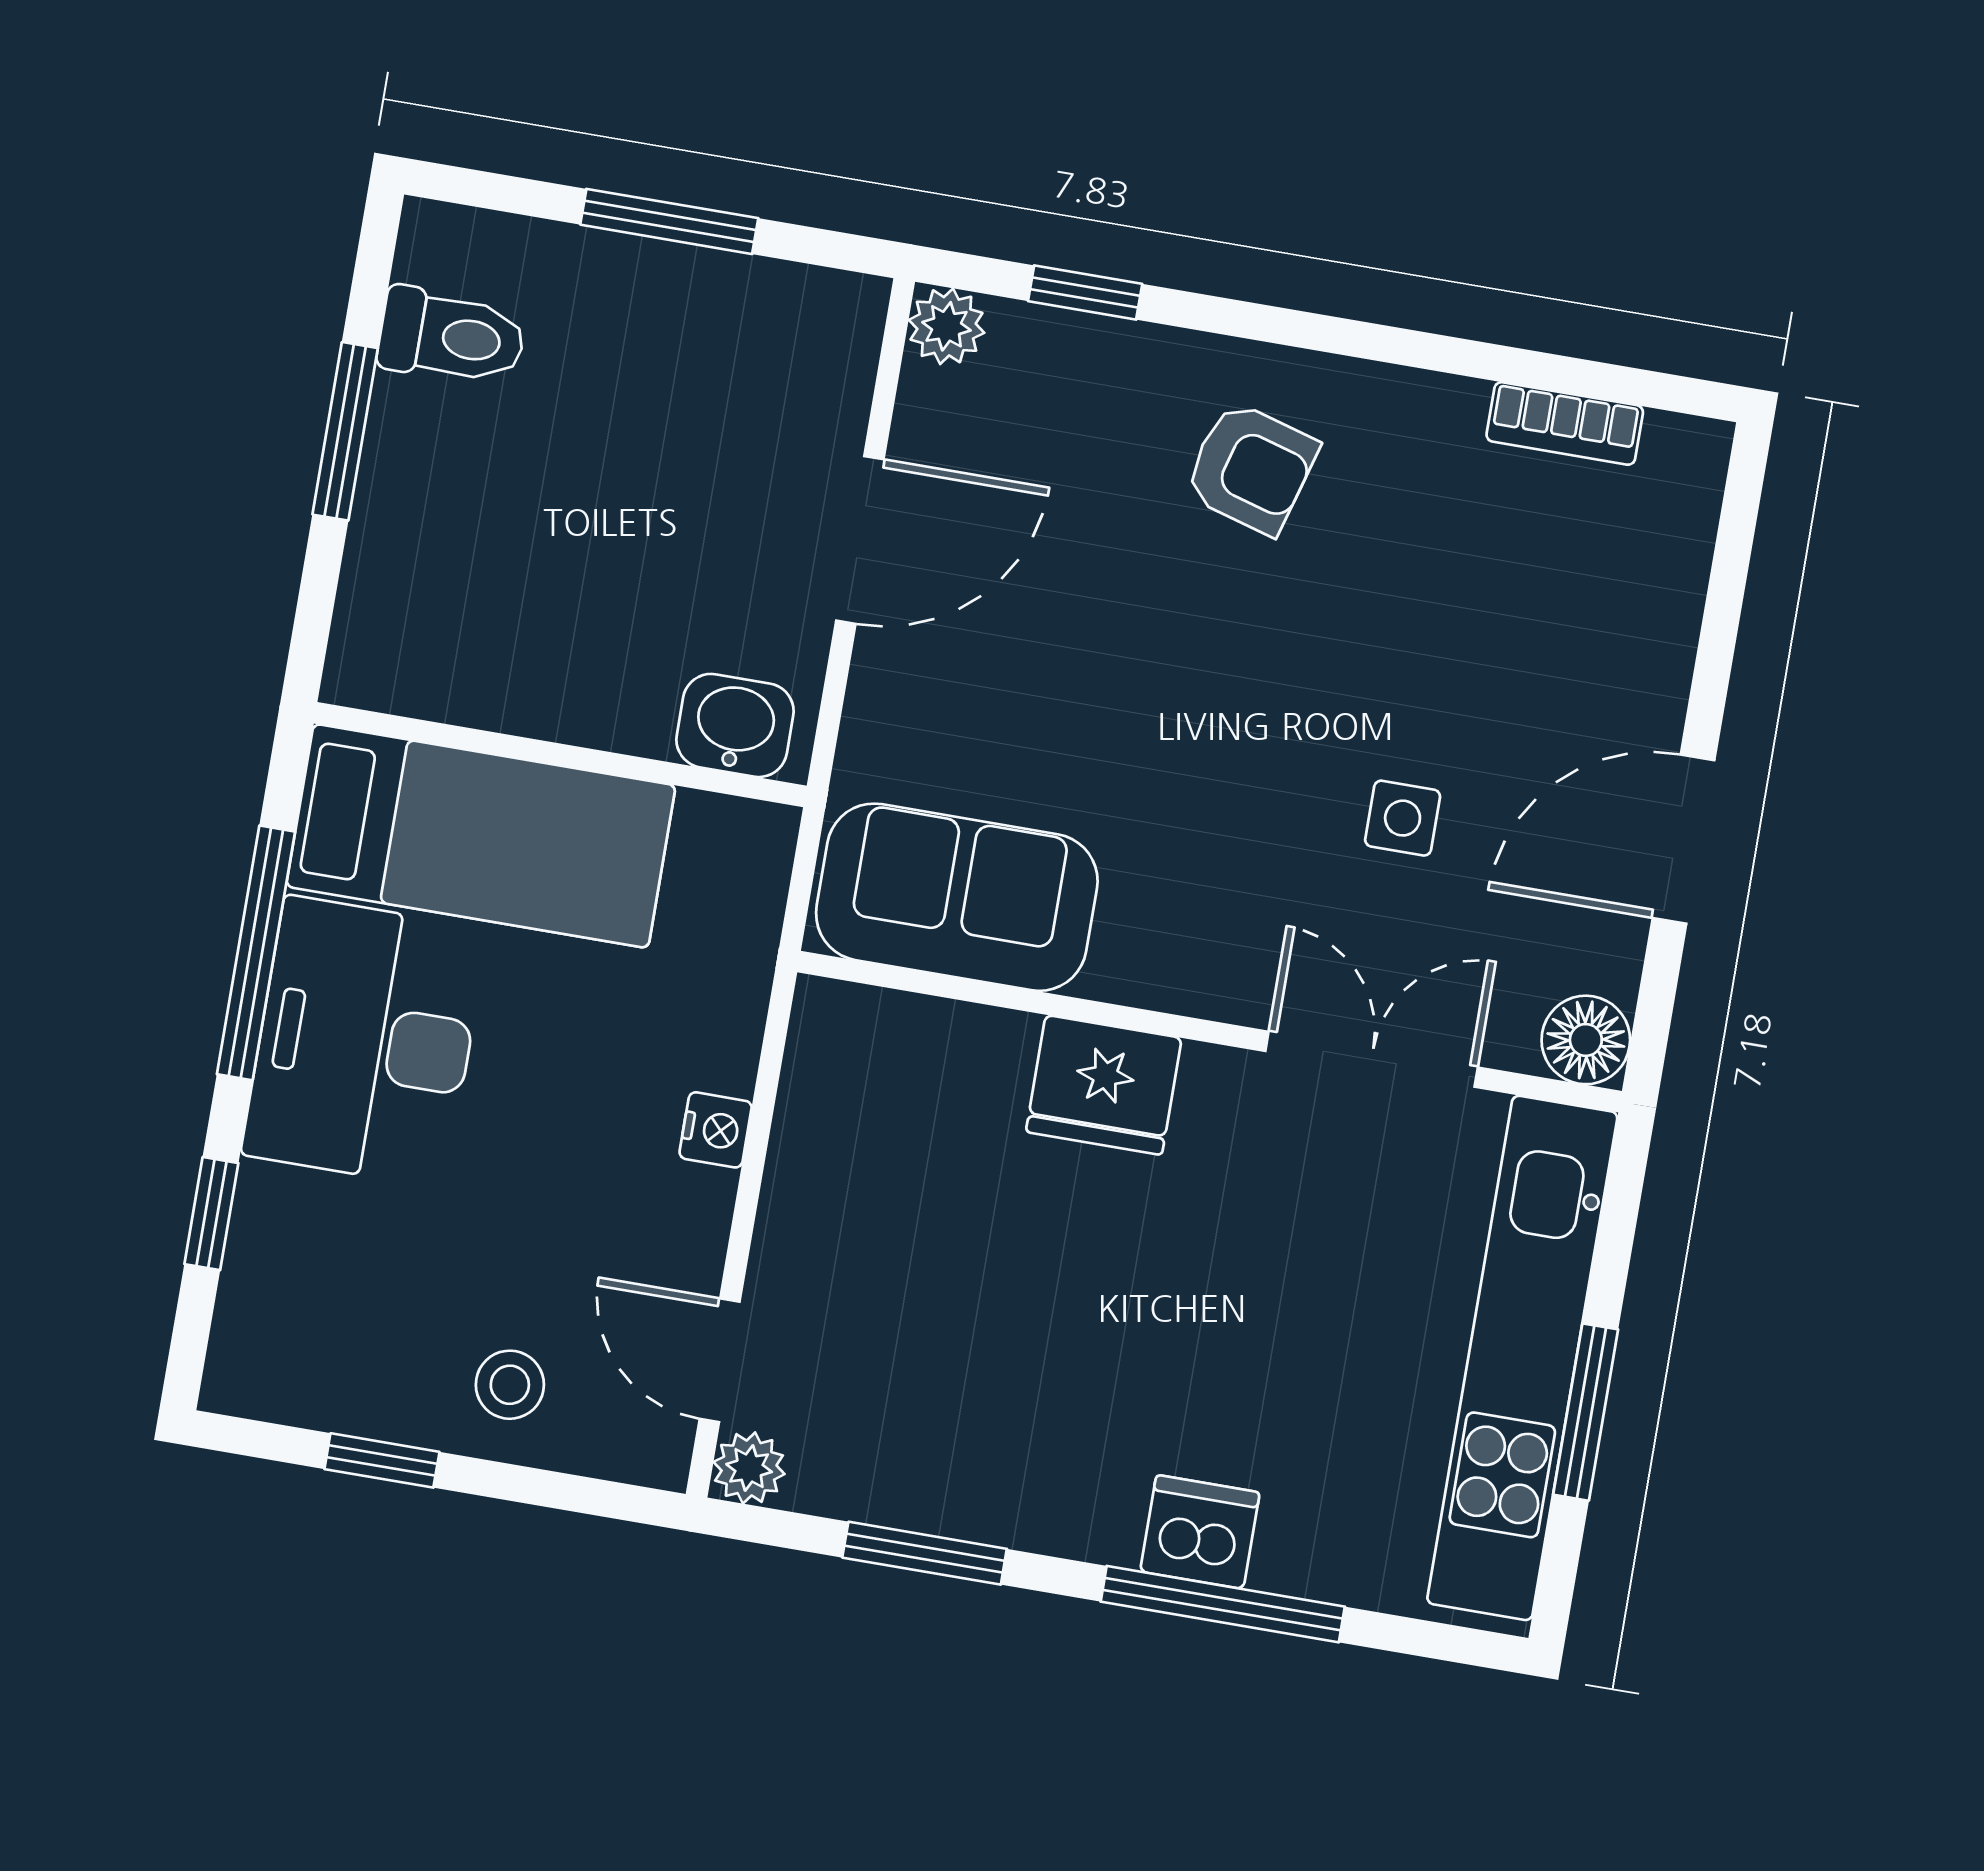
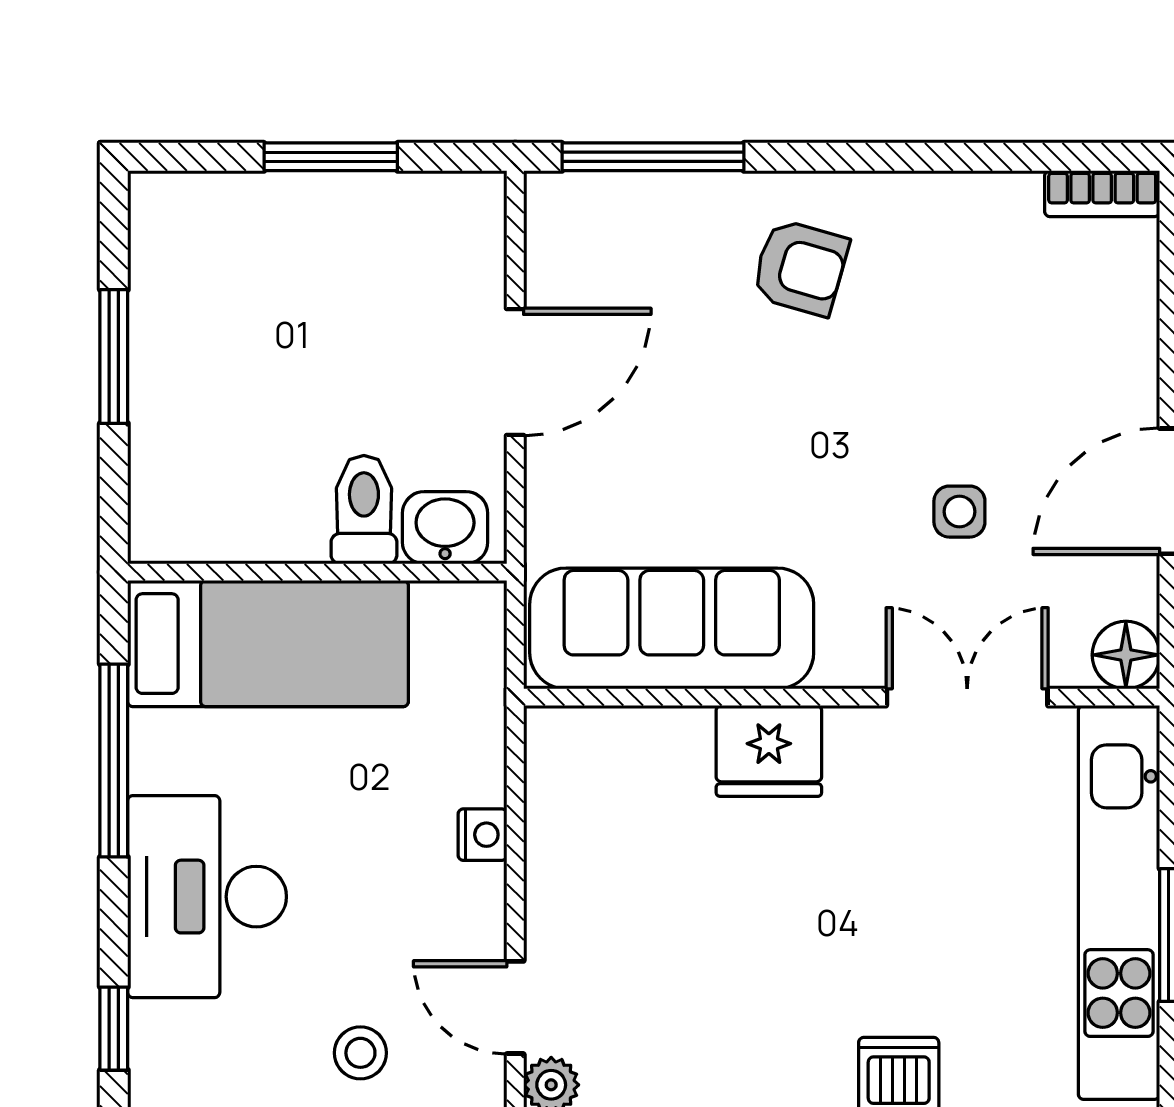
window: (1085, 292) -> (653, 157), width x2.17
plant: (947, 326) -> (553, 200), removed
toilet: (452, 337) -> (364, 510), moved, turned -90
bookcase: (1565, 423) -> (1102, 194), moved
sofa: (957, 897) -> (672, 628), width x1.36
desk: (365, 1042) -> (207, 897), moved
window: (211, 1214) -> (114, 1029), moved

